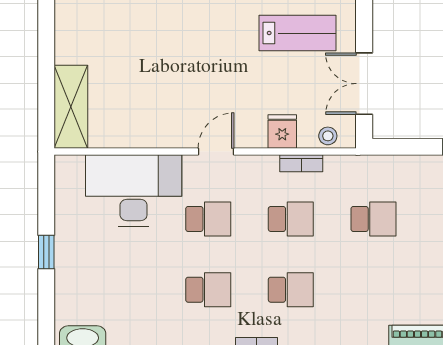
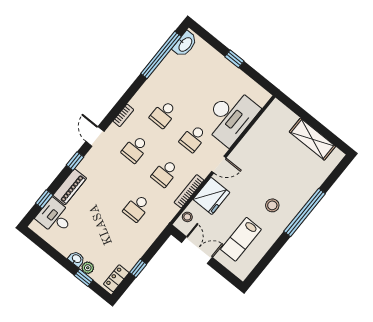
stool: (213, 27) -> (272, 205), added
shelving: (71, 107) -> (312, 139), moved
fridge: (282, 132) -> (211, 196), width x1.88, depth x1.34
door: (216, 152) -> (219, 165), hinge flipped
bookcase: (301, 163) -> (189, 191), width x1.56

